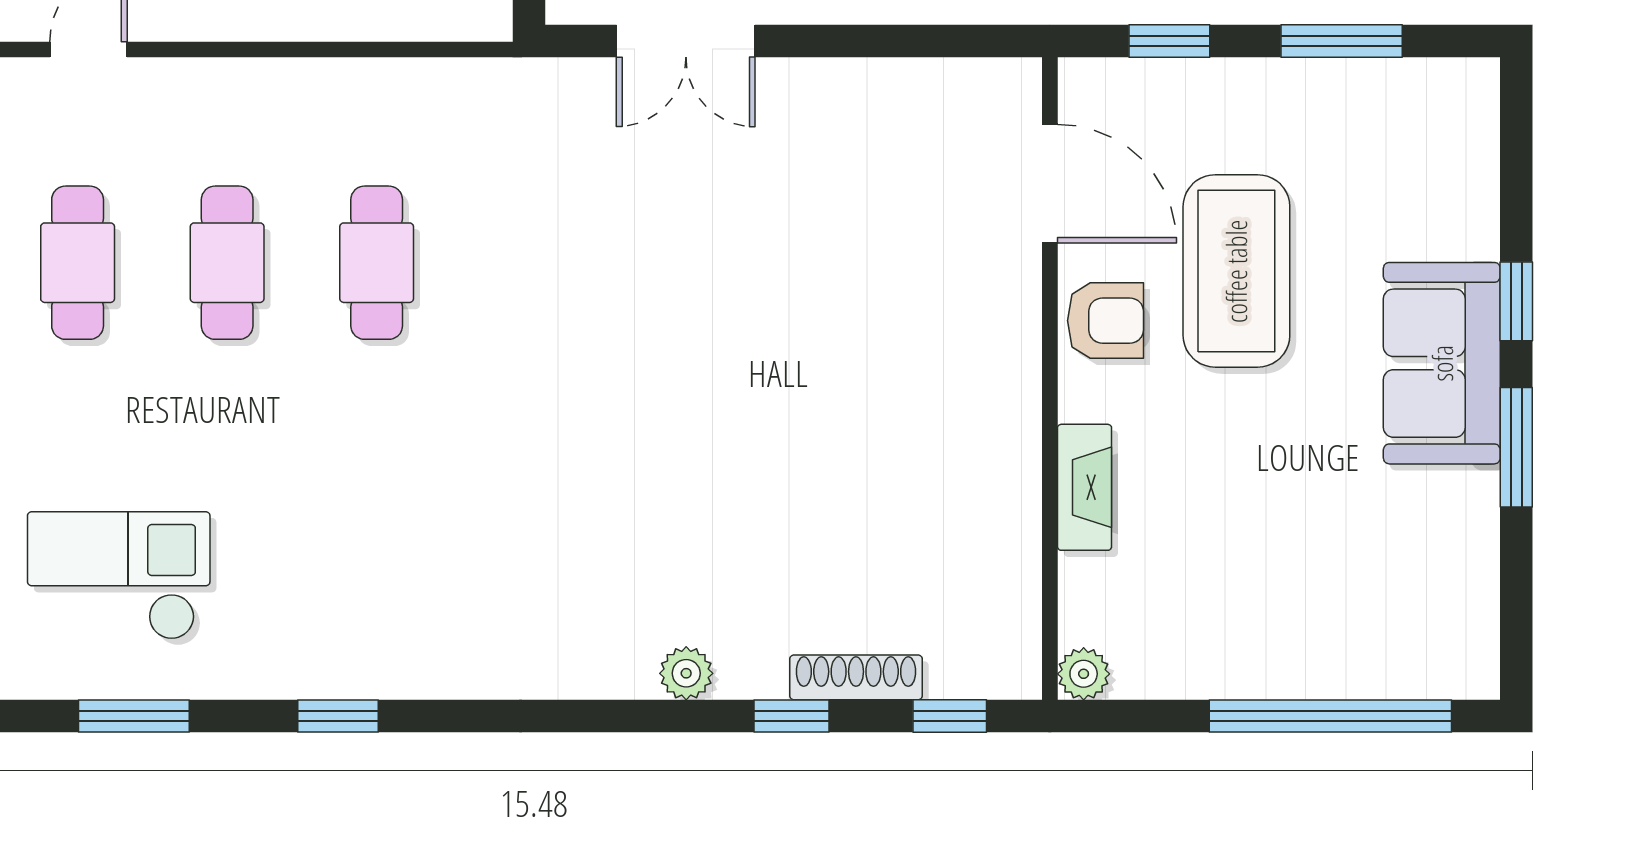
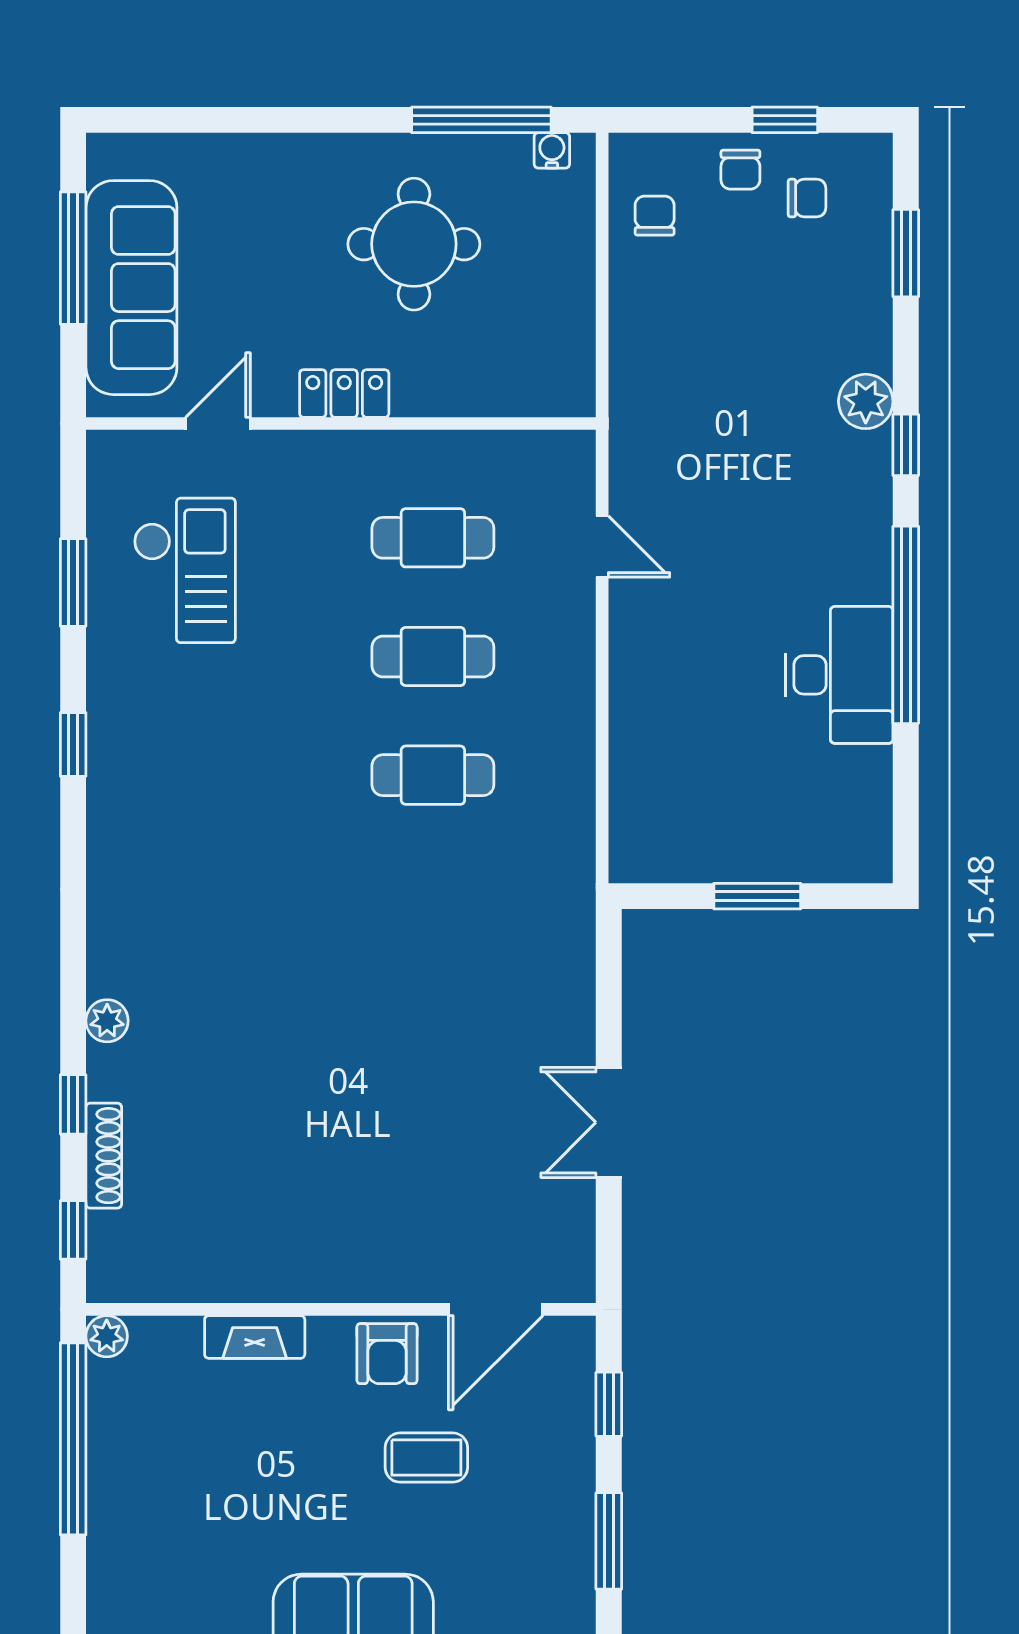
double door: (686, 41) -> (609, 1122), moved
coffee table: (1236, 271) -> (426, 1458), width x0.54, depth x0.58
window: (1330, 716) -> (73, 1439), moved

